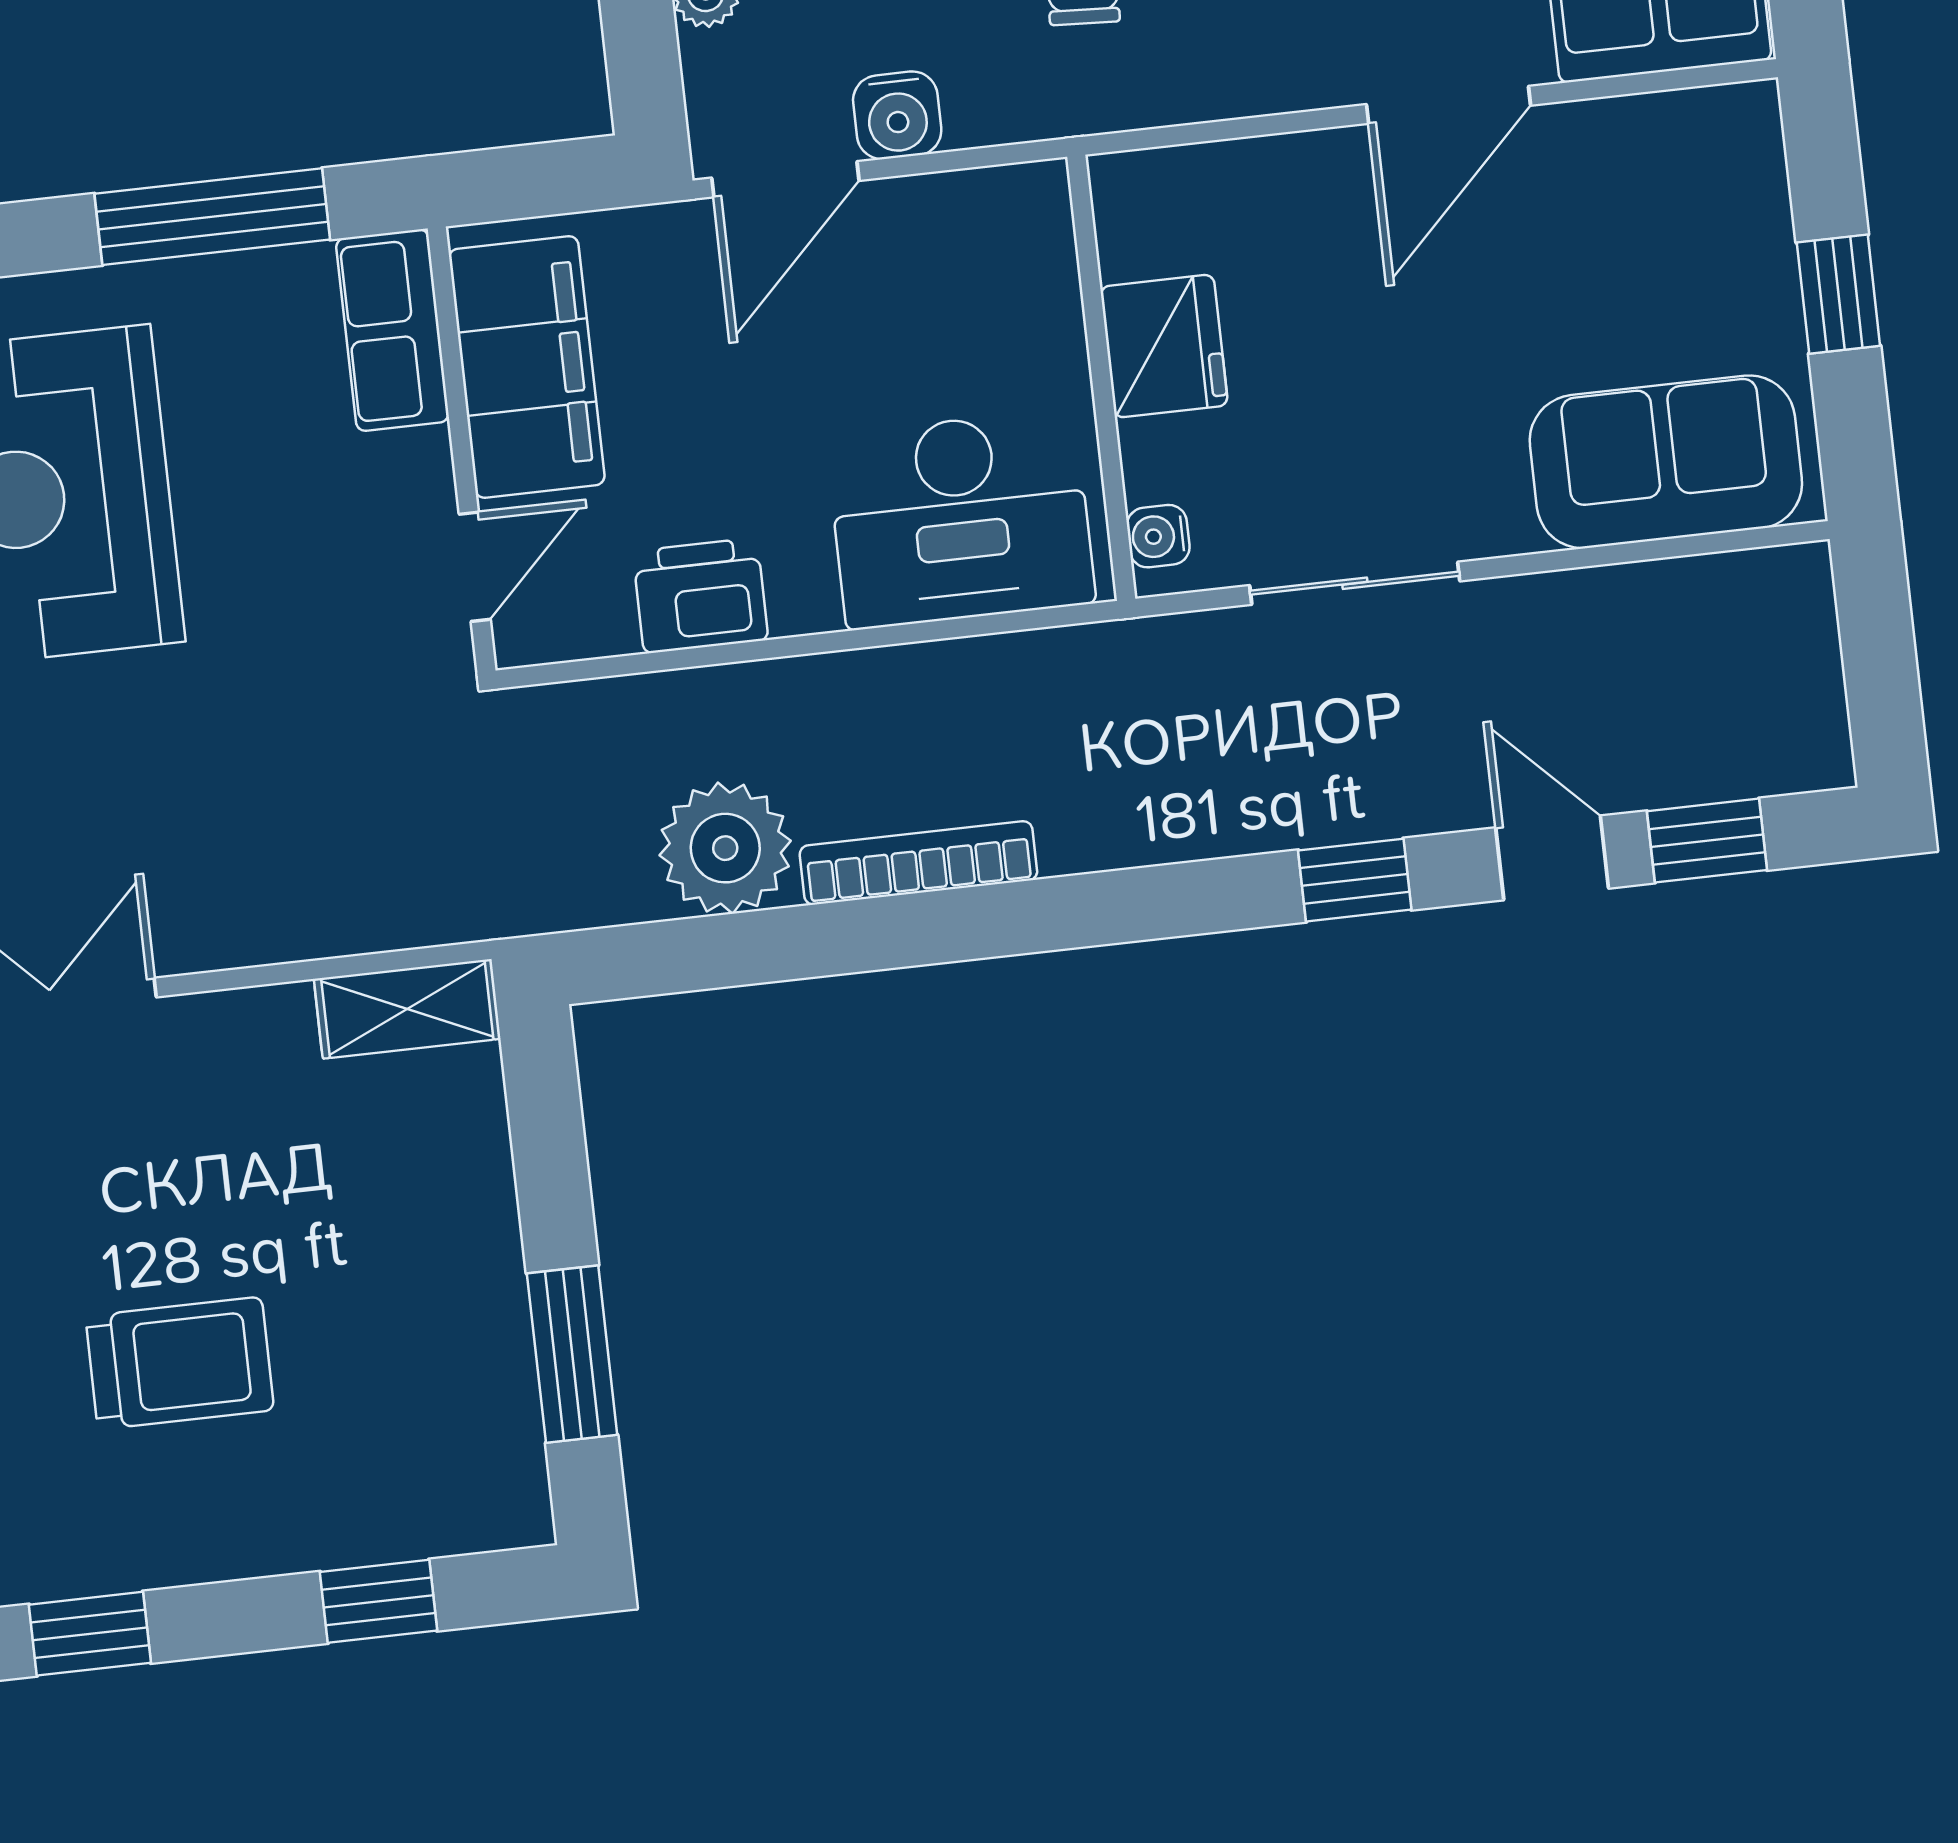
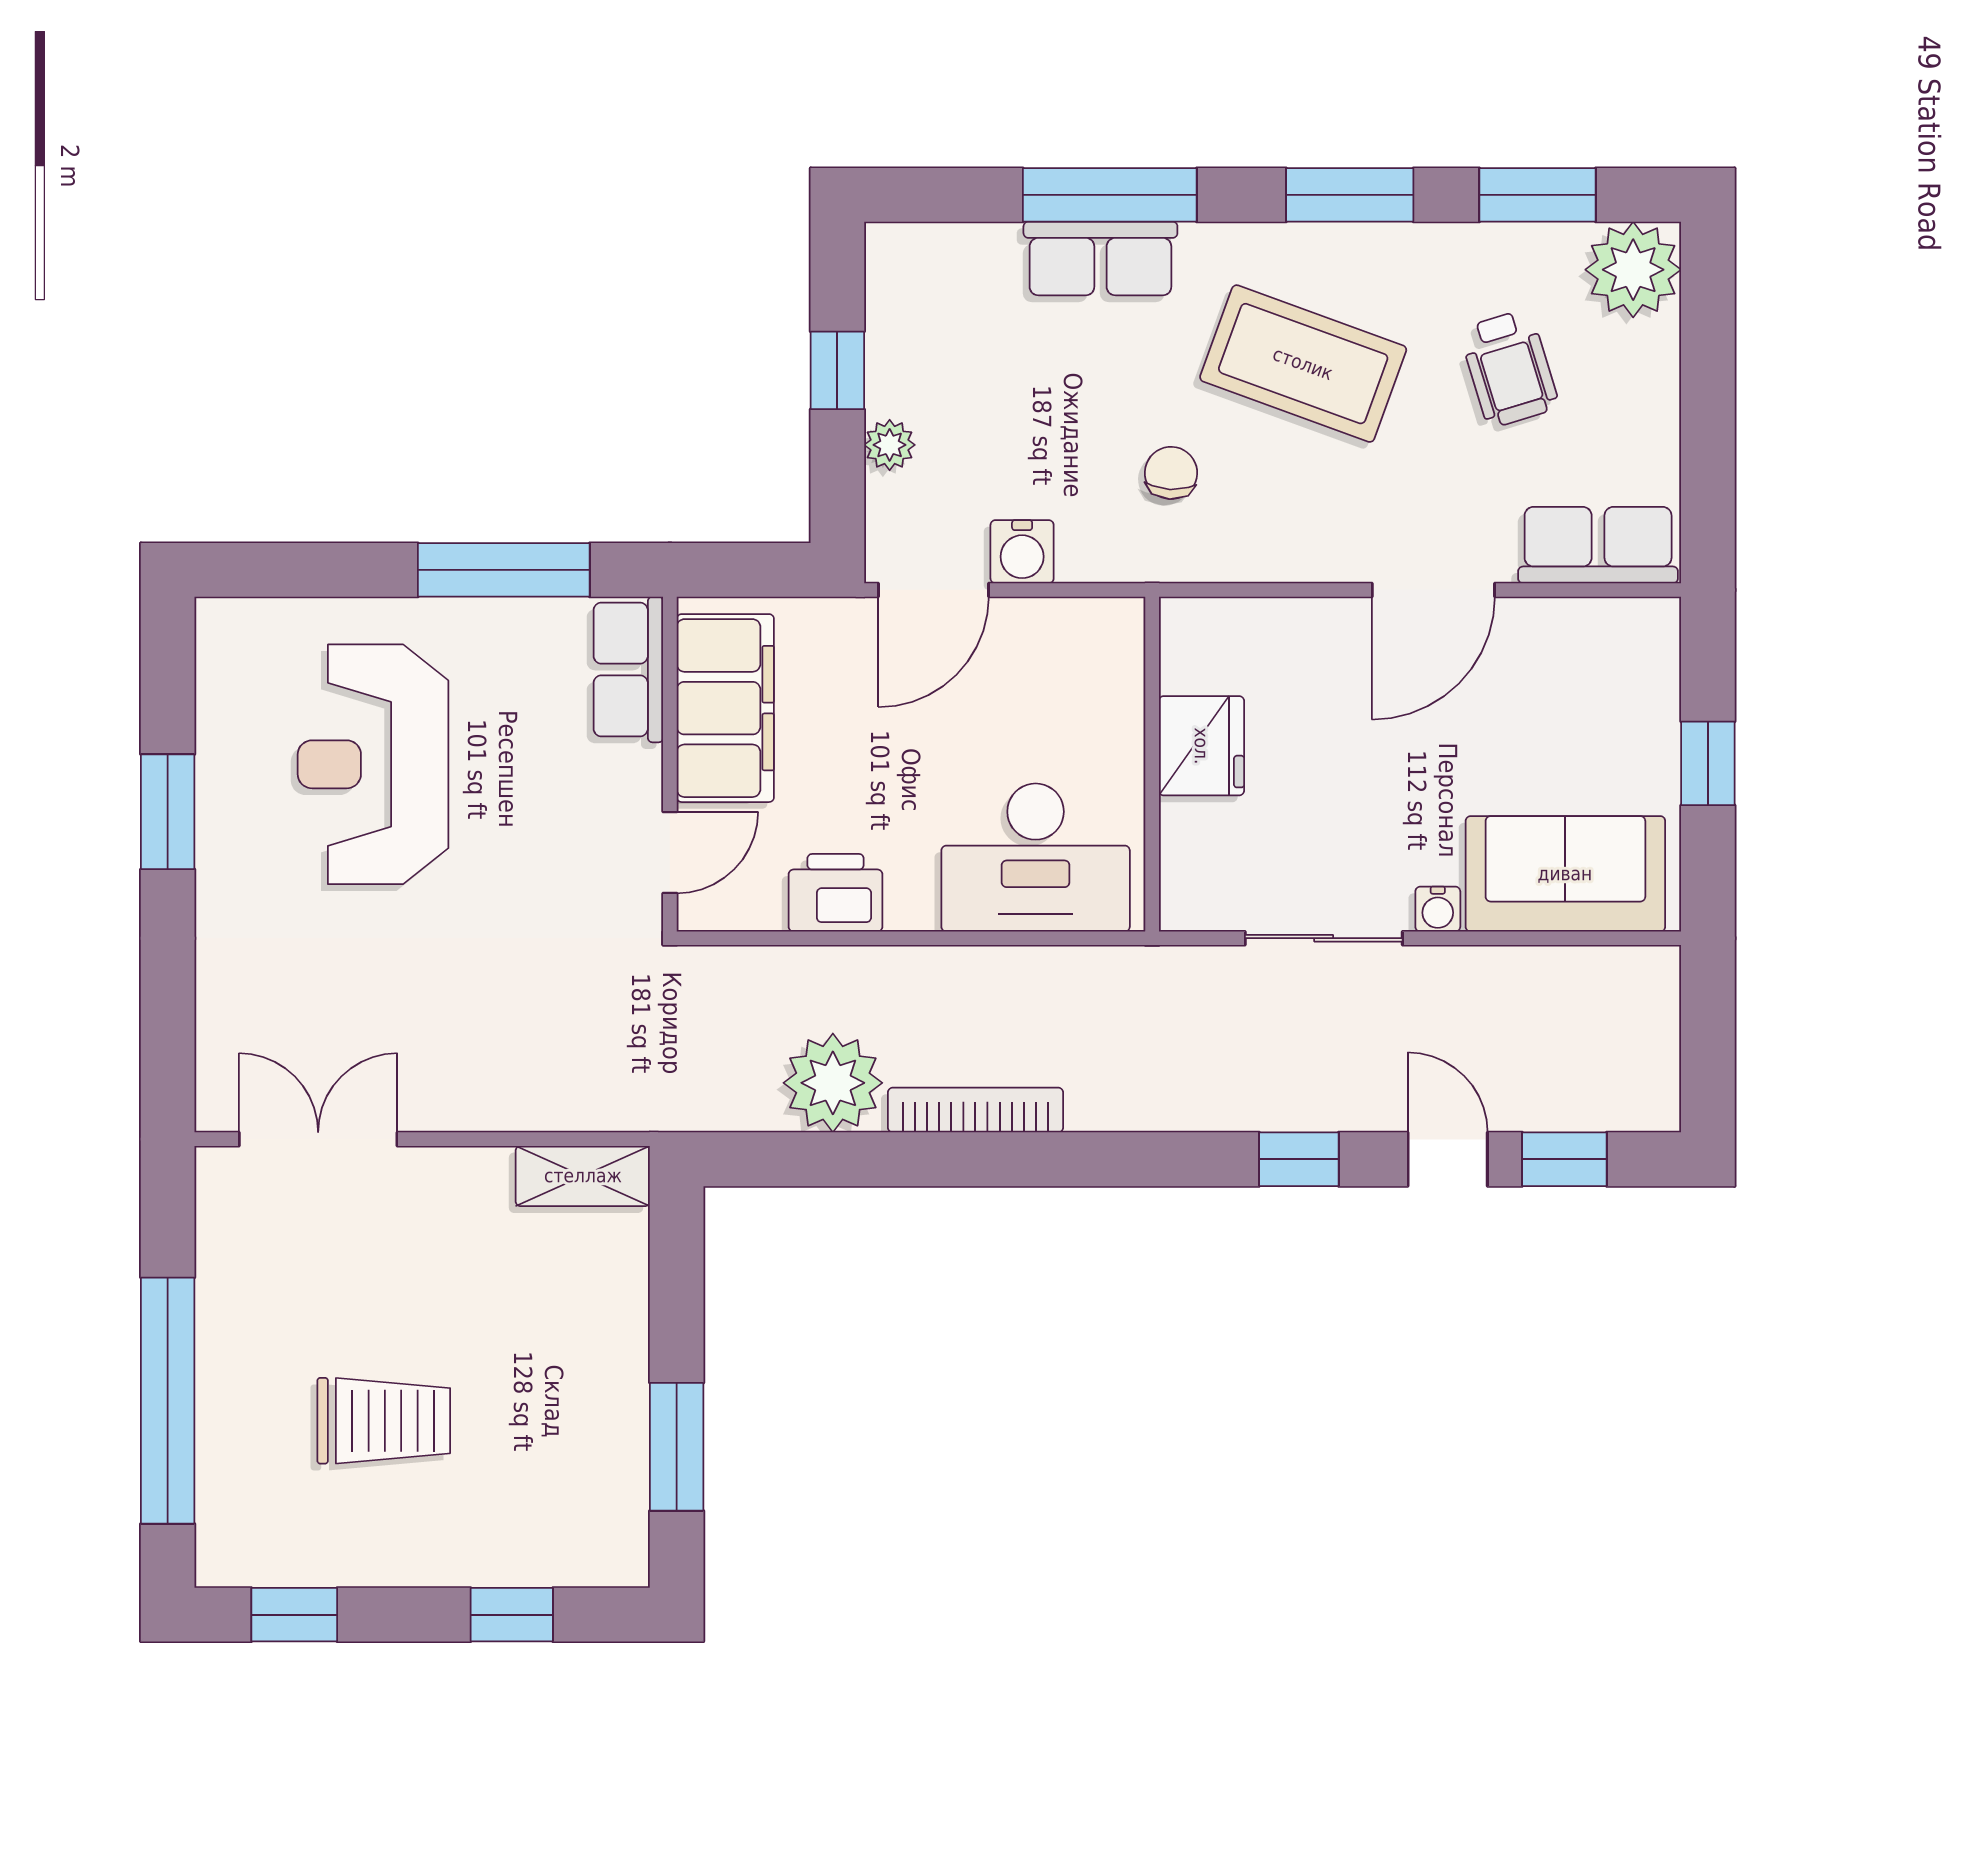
water cooler: (1158, 536) -> (1438, 909), moved, turned -90

